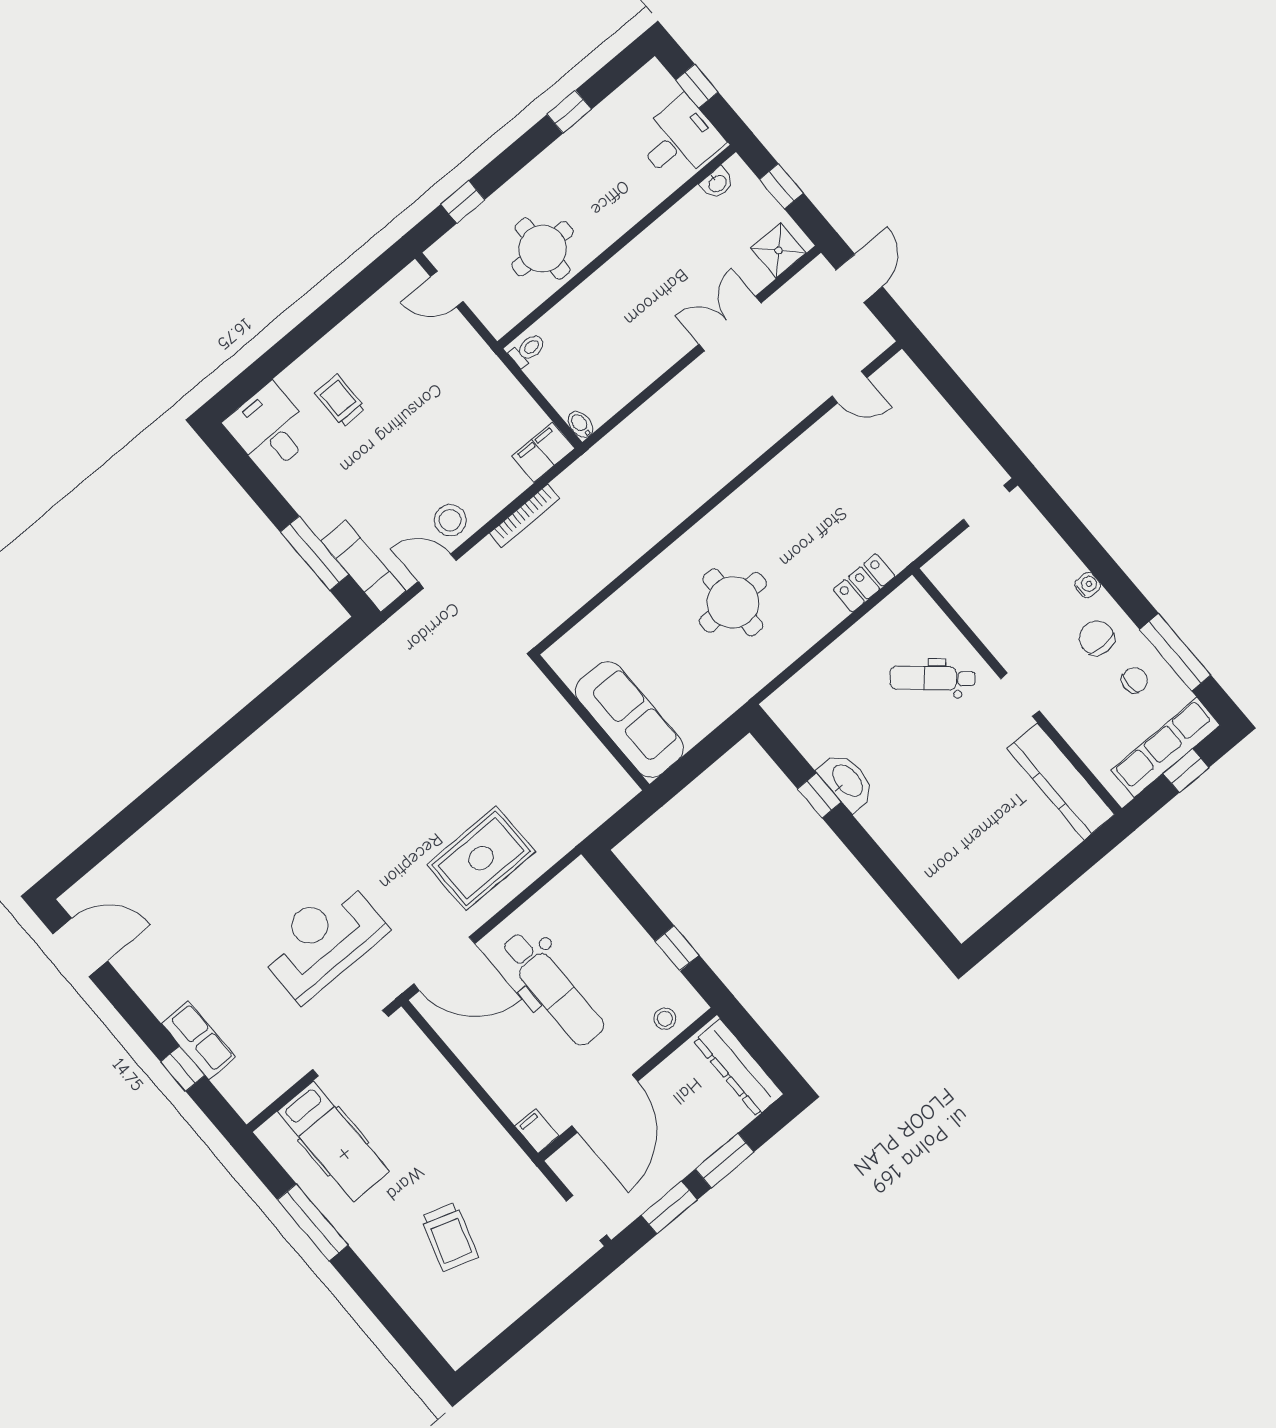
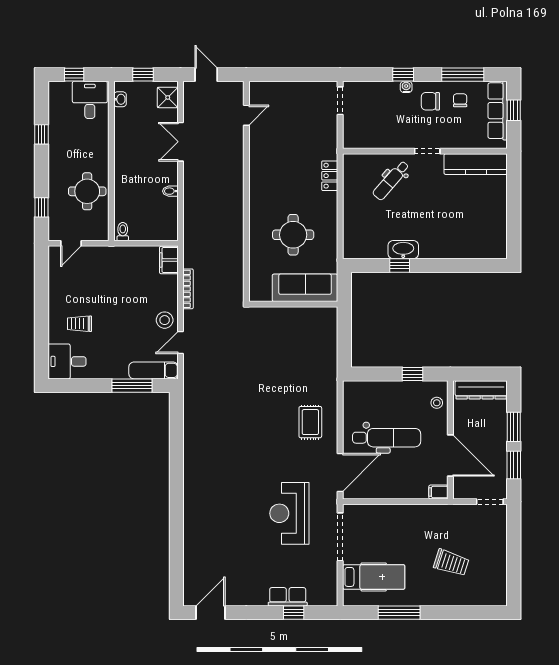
bidet: (581, 424) -> (170, 191), moved
window: (1102, 565) -> (403, 75), added
sofa: (629, 720) -> (305, 288), moved
wall: (591, 722) -> (293, 304), moved
rug: (481, 858) -> (310, 422), width x0.73, depth x0.70

